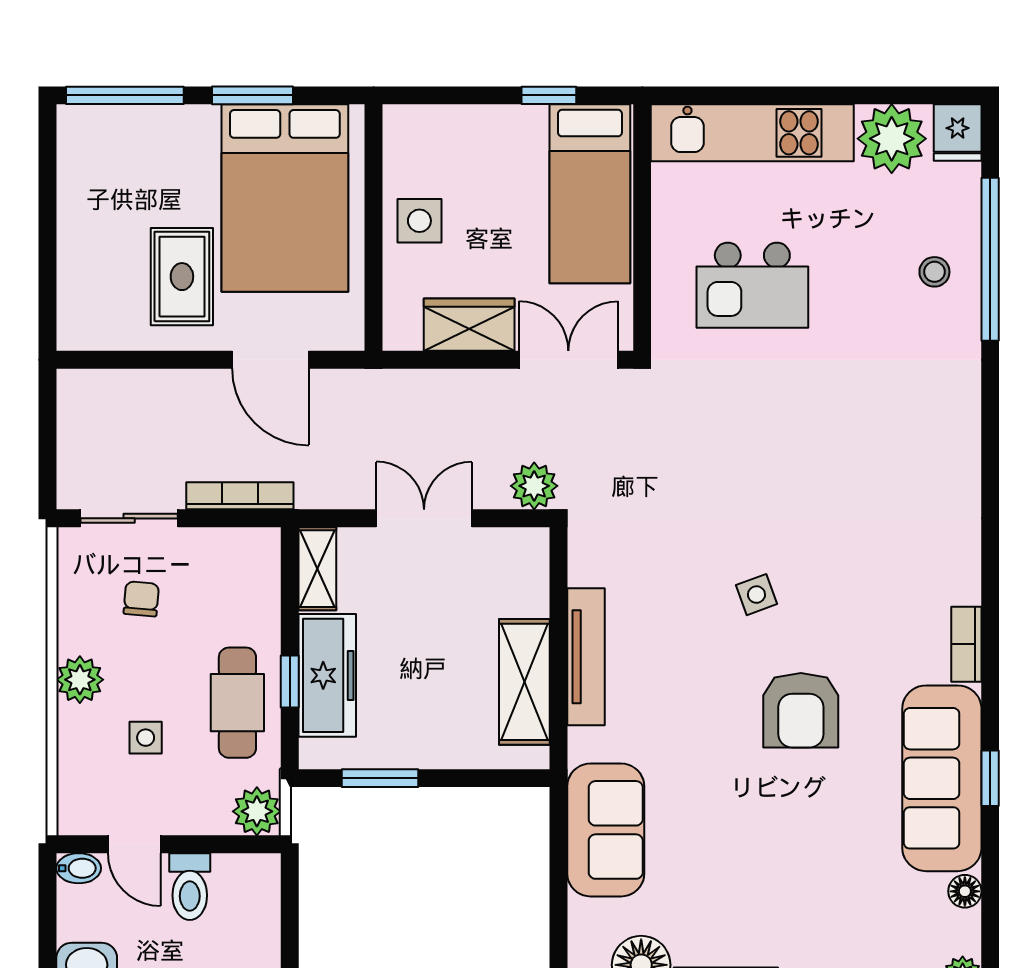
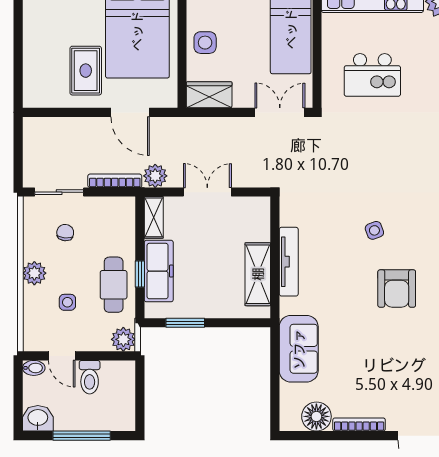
wardrobe: (469, 325) -> (209, 95), moved
plant: (534, 486) -> (155, 176), moved

